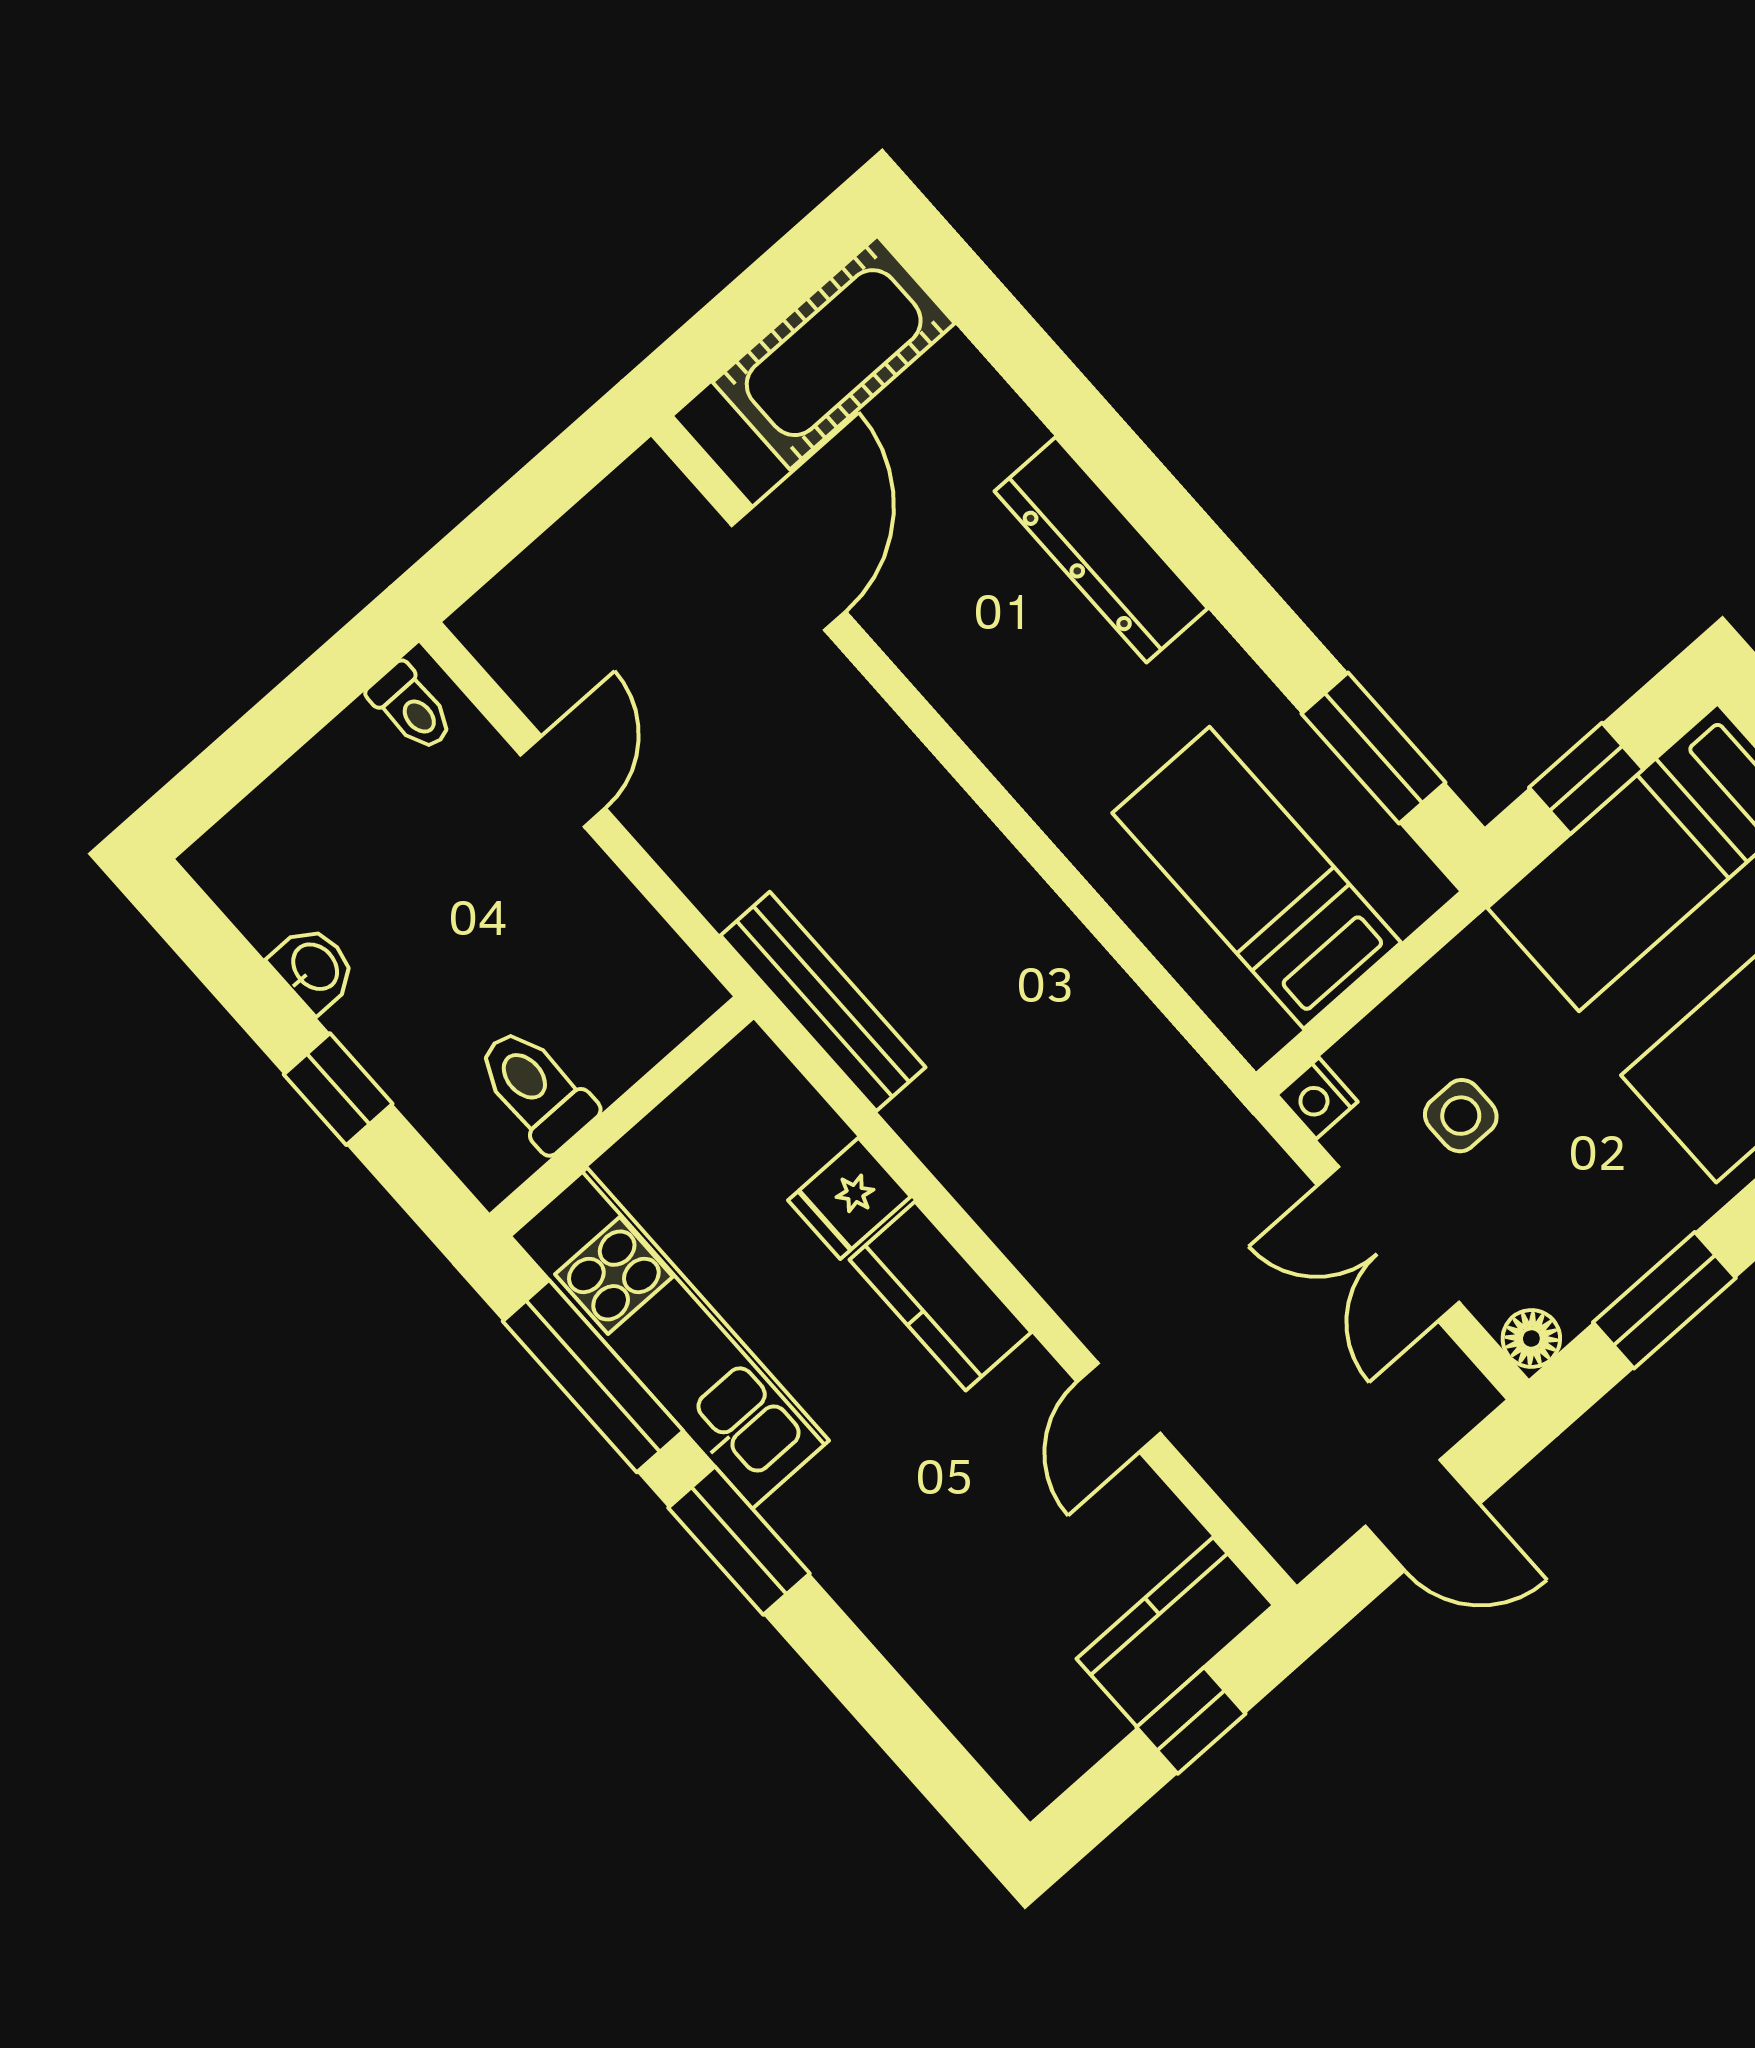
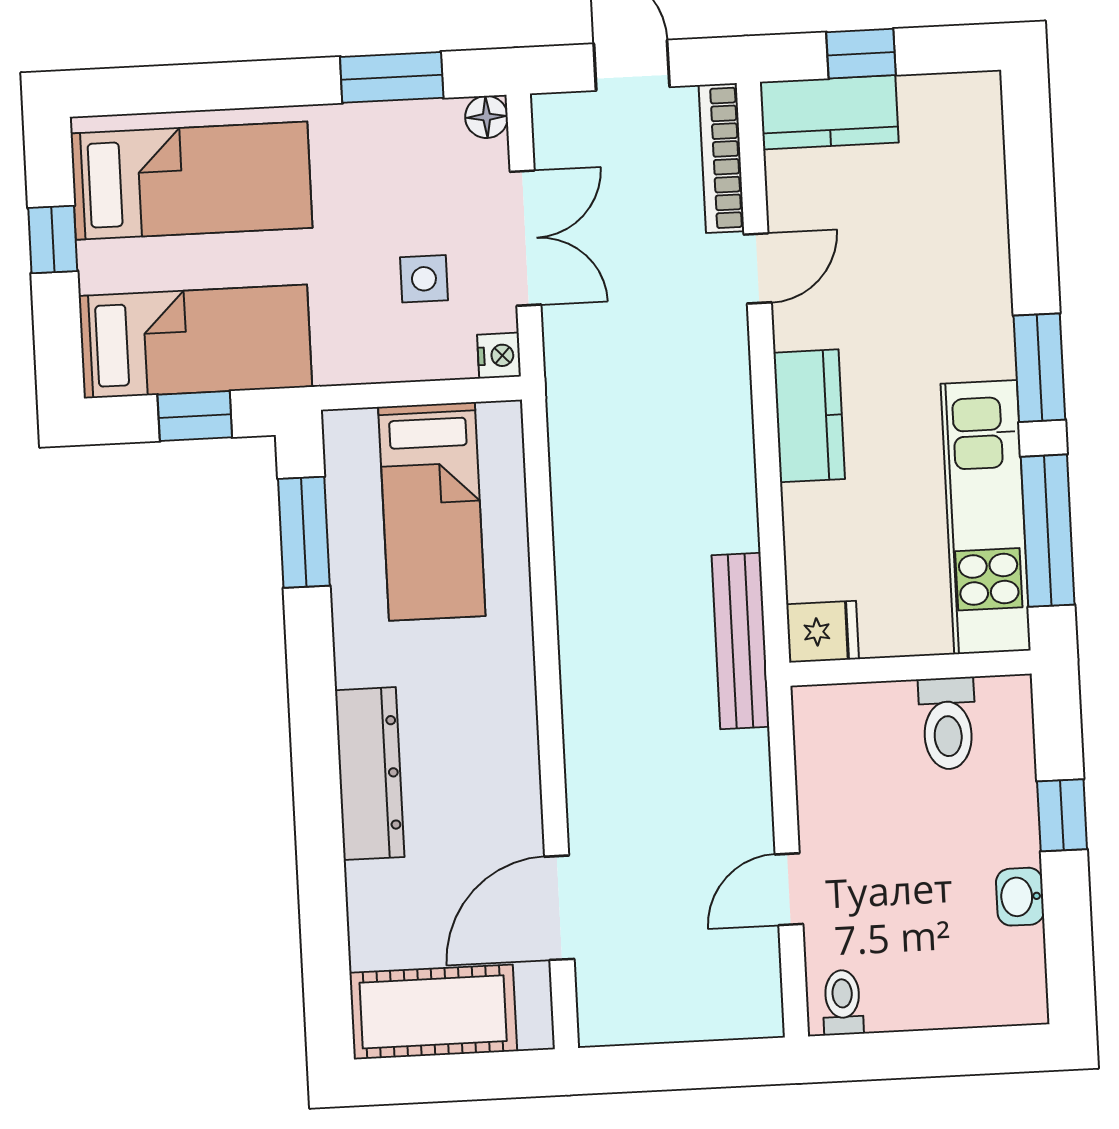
fridge: (849, 1198) -> (823, 632), moved
bookcase: (1250, 1493) -> (721, 158), added

